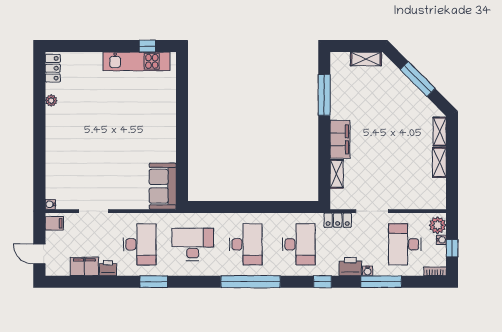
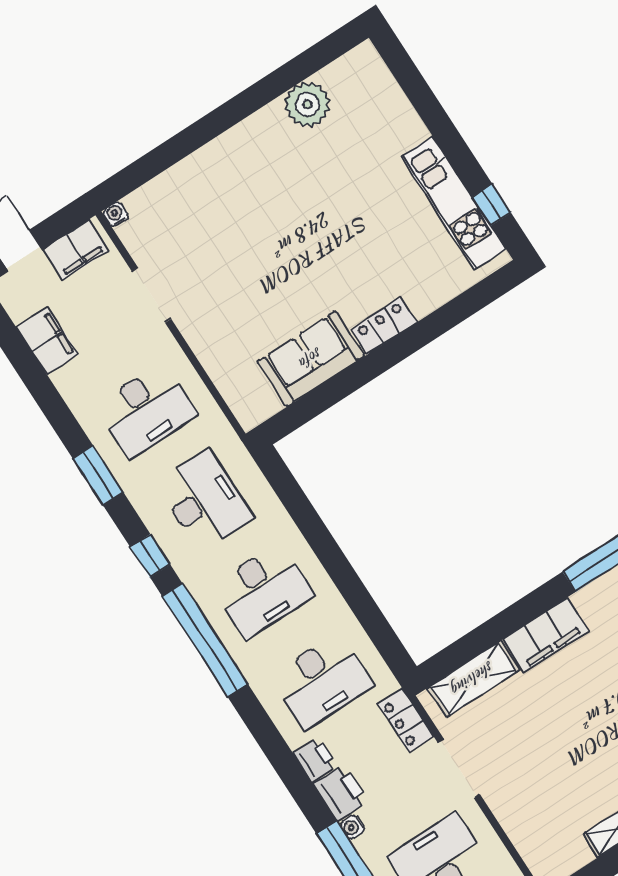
locker: (53, 68) -> (384, 326), moved, turned 180
plant: (51, 101) -> (307, 104), width x1.87, depth x1.87
shelving: (337, 174) -> (473, 679), width x1.50, depth x1.33
sofa: (163, 186) -> (311, 359), moved
filing cabinet: (54, 223) -> (76, 250), width x2.00
printer: (108, 268) -> (315, 759), moved
window: (322, 282) -> (150, 556), moved

